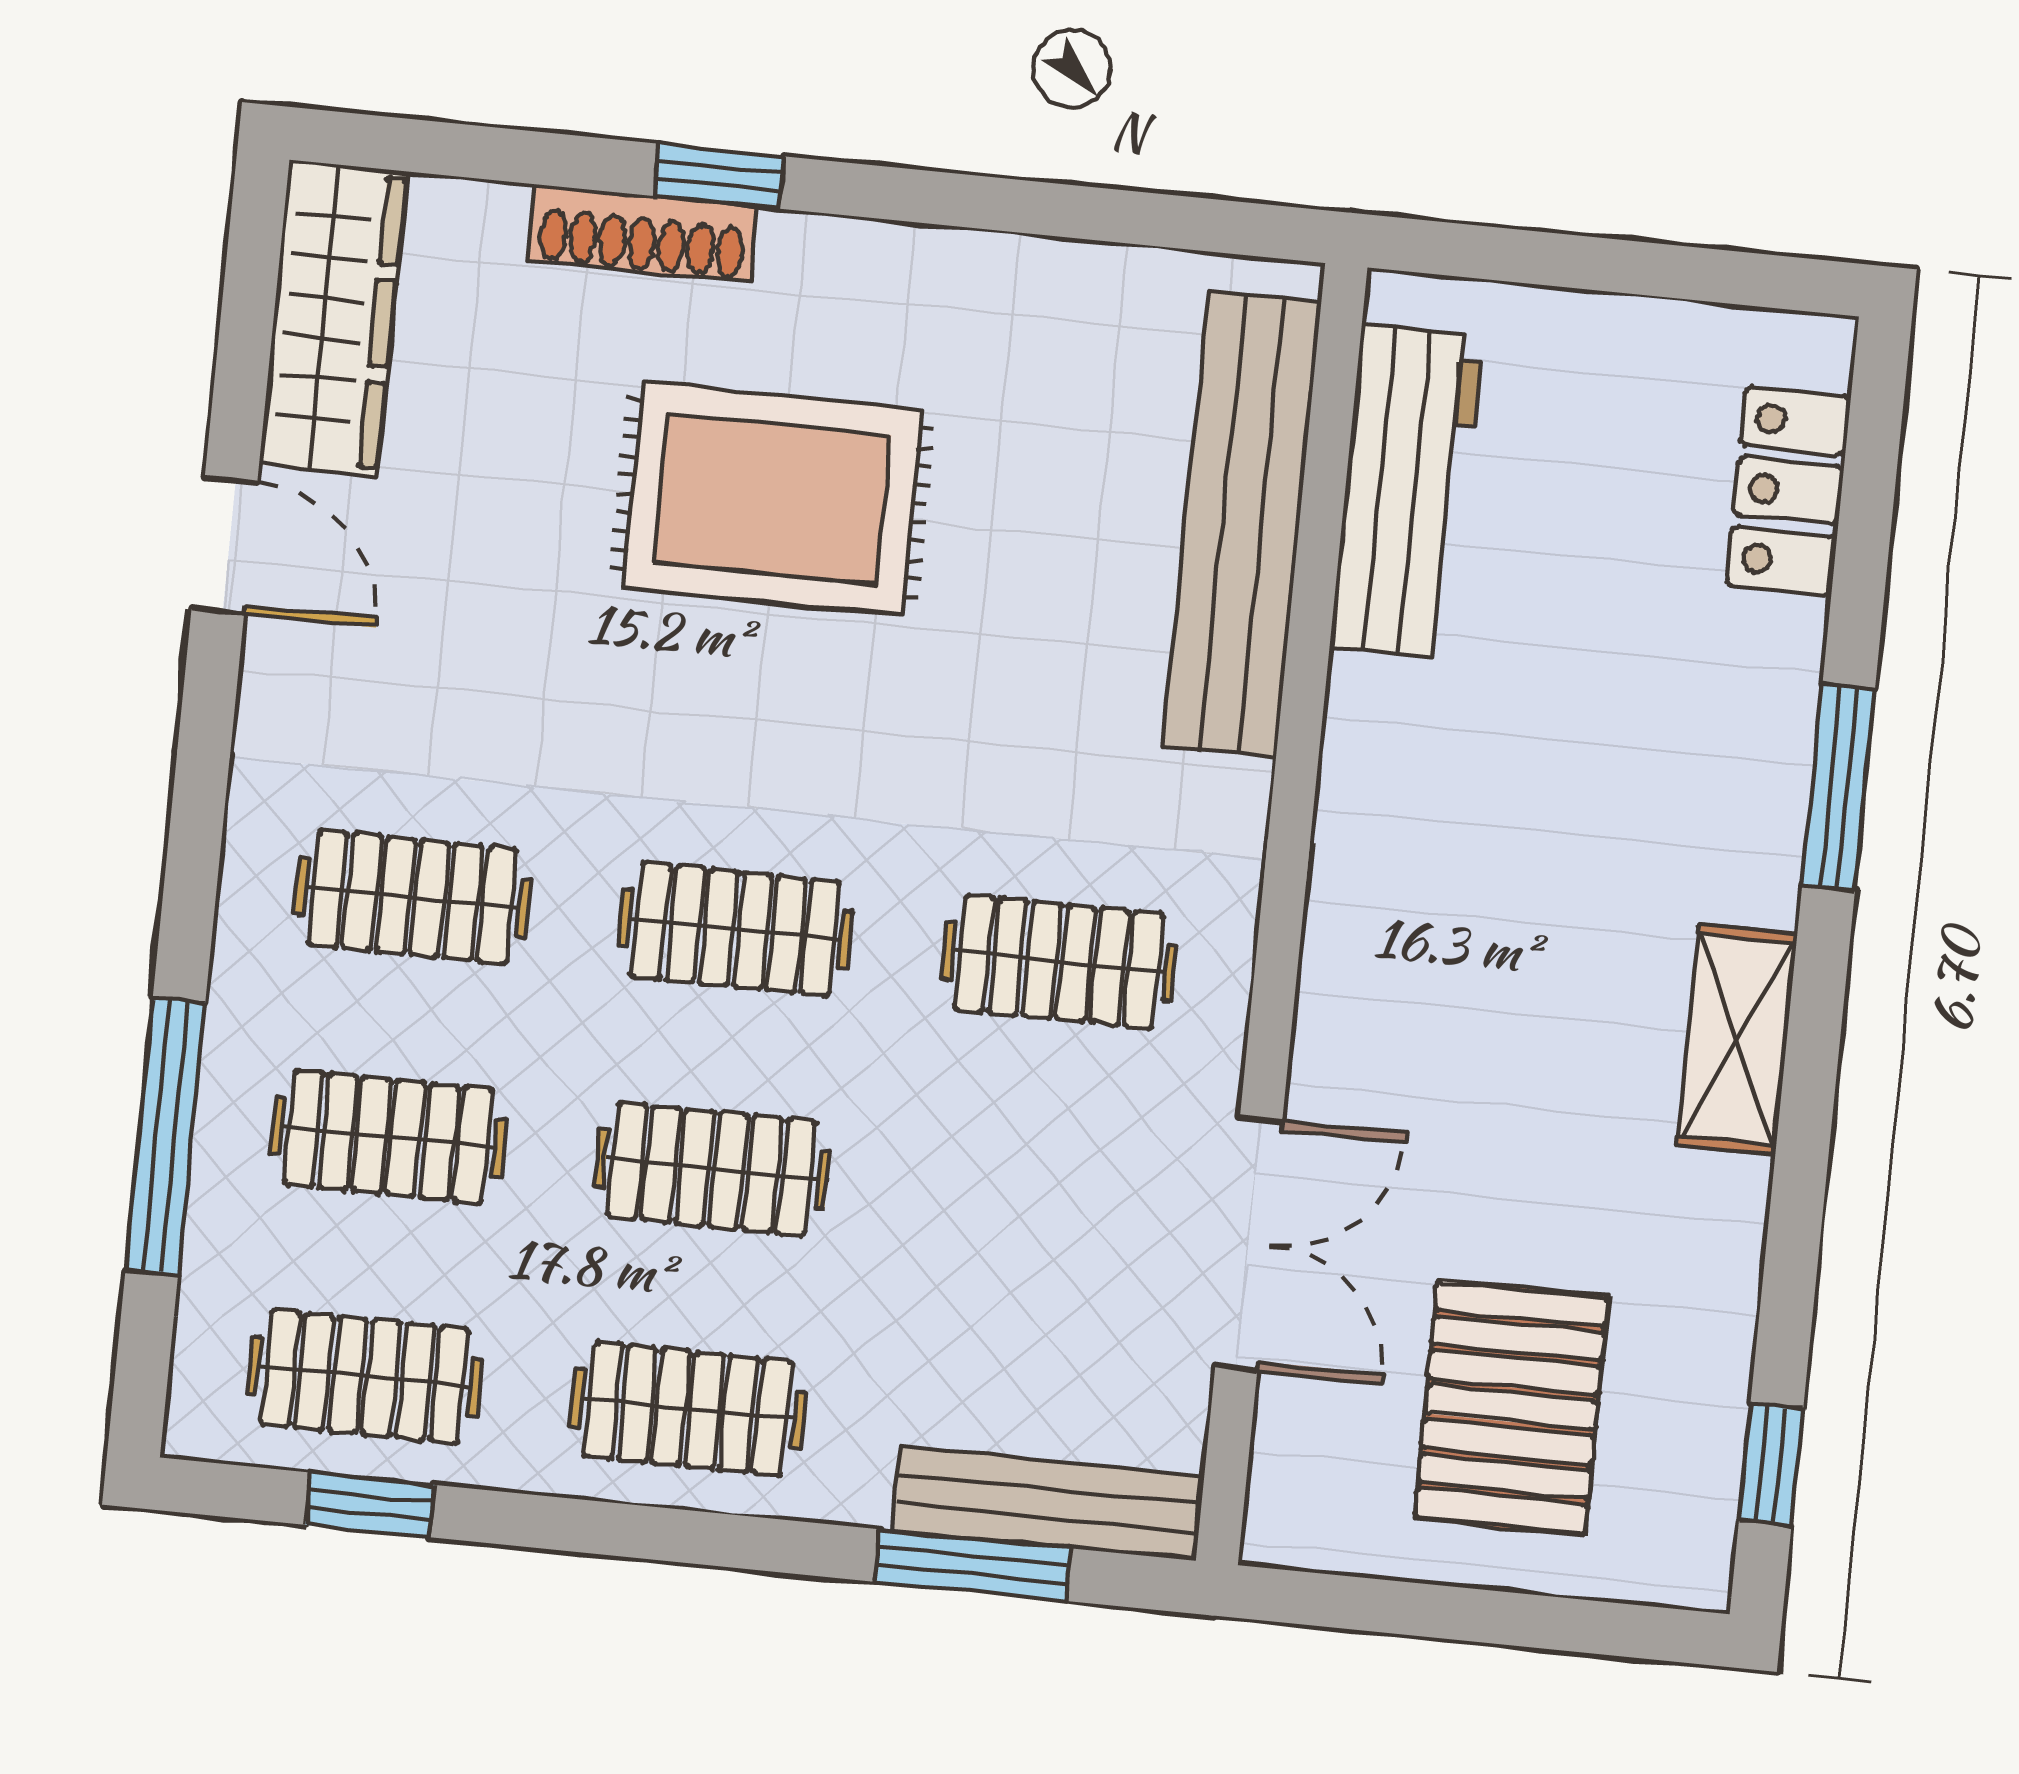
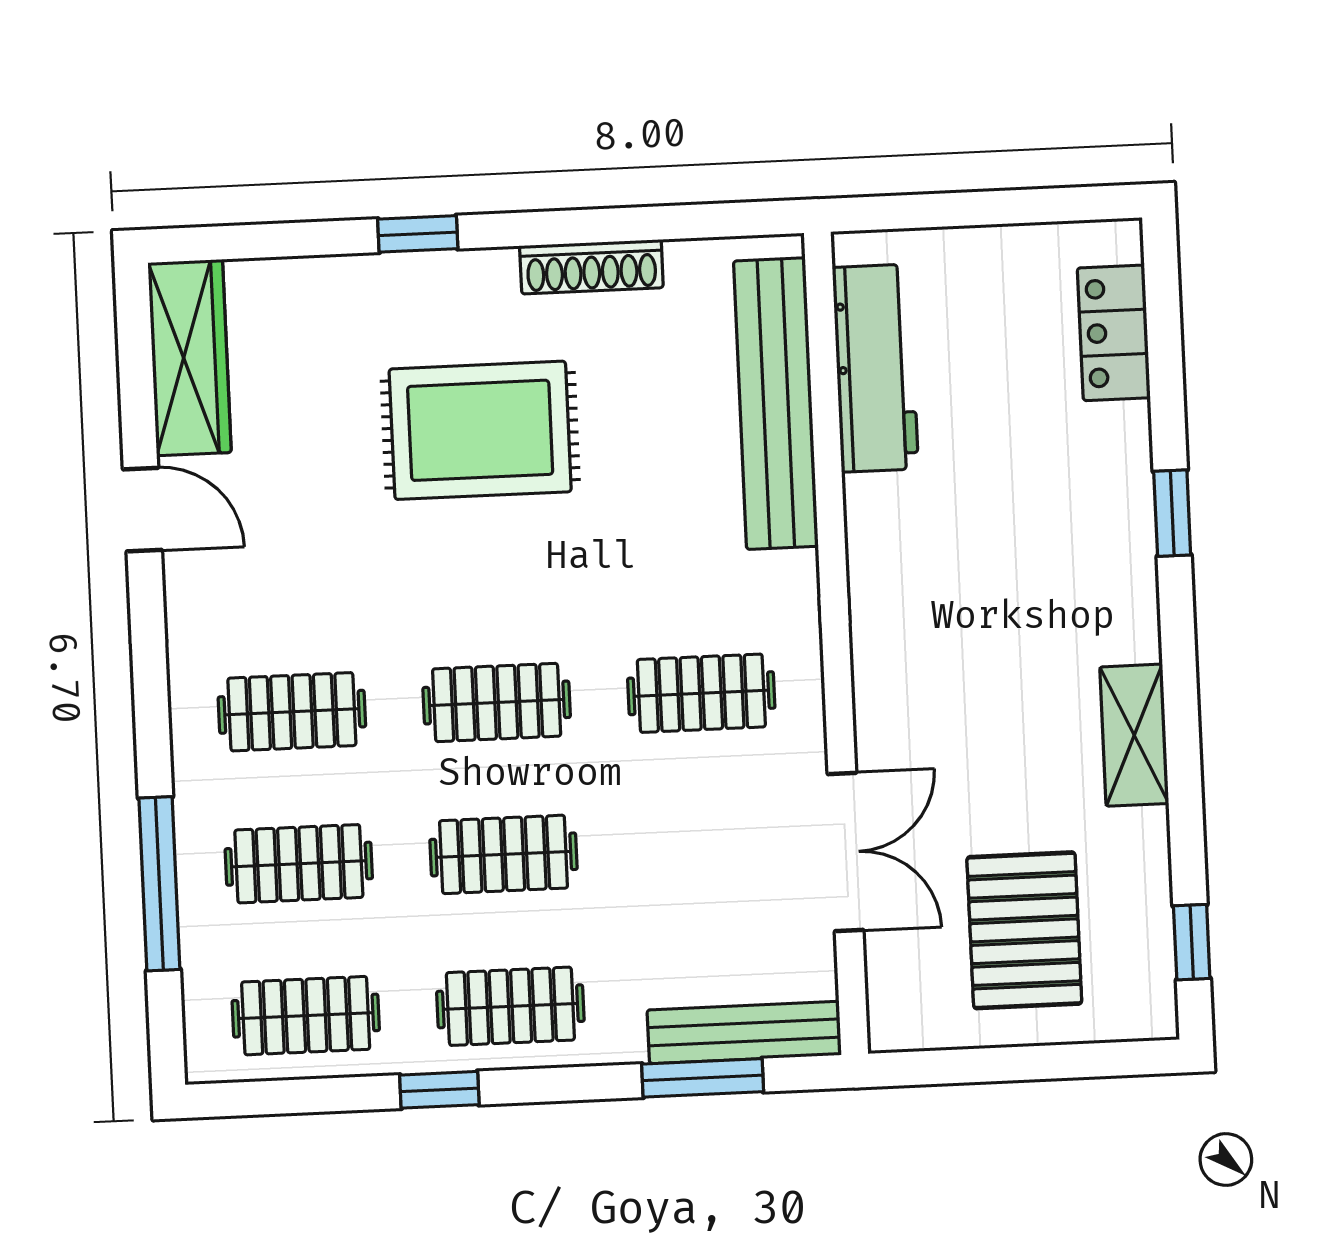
shoe rack: (642, 233) -> (591, 267), moved
window: (1839, 787) -> (1172, 513), width x0.67
shelving: (1737, 1040) -> (1134, 735), moved
window: (370, 1505) -> (439, 1090), moved

